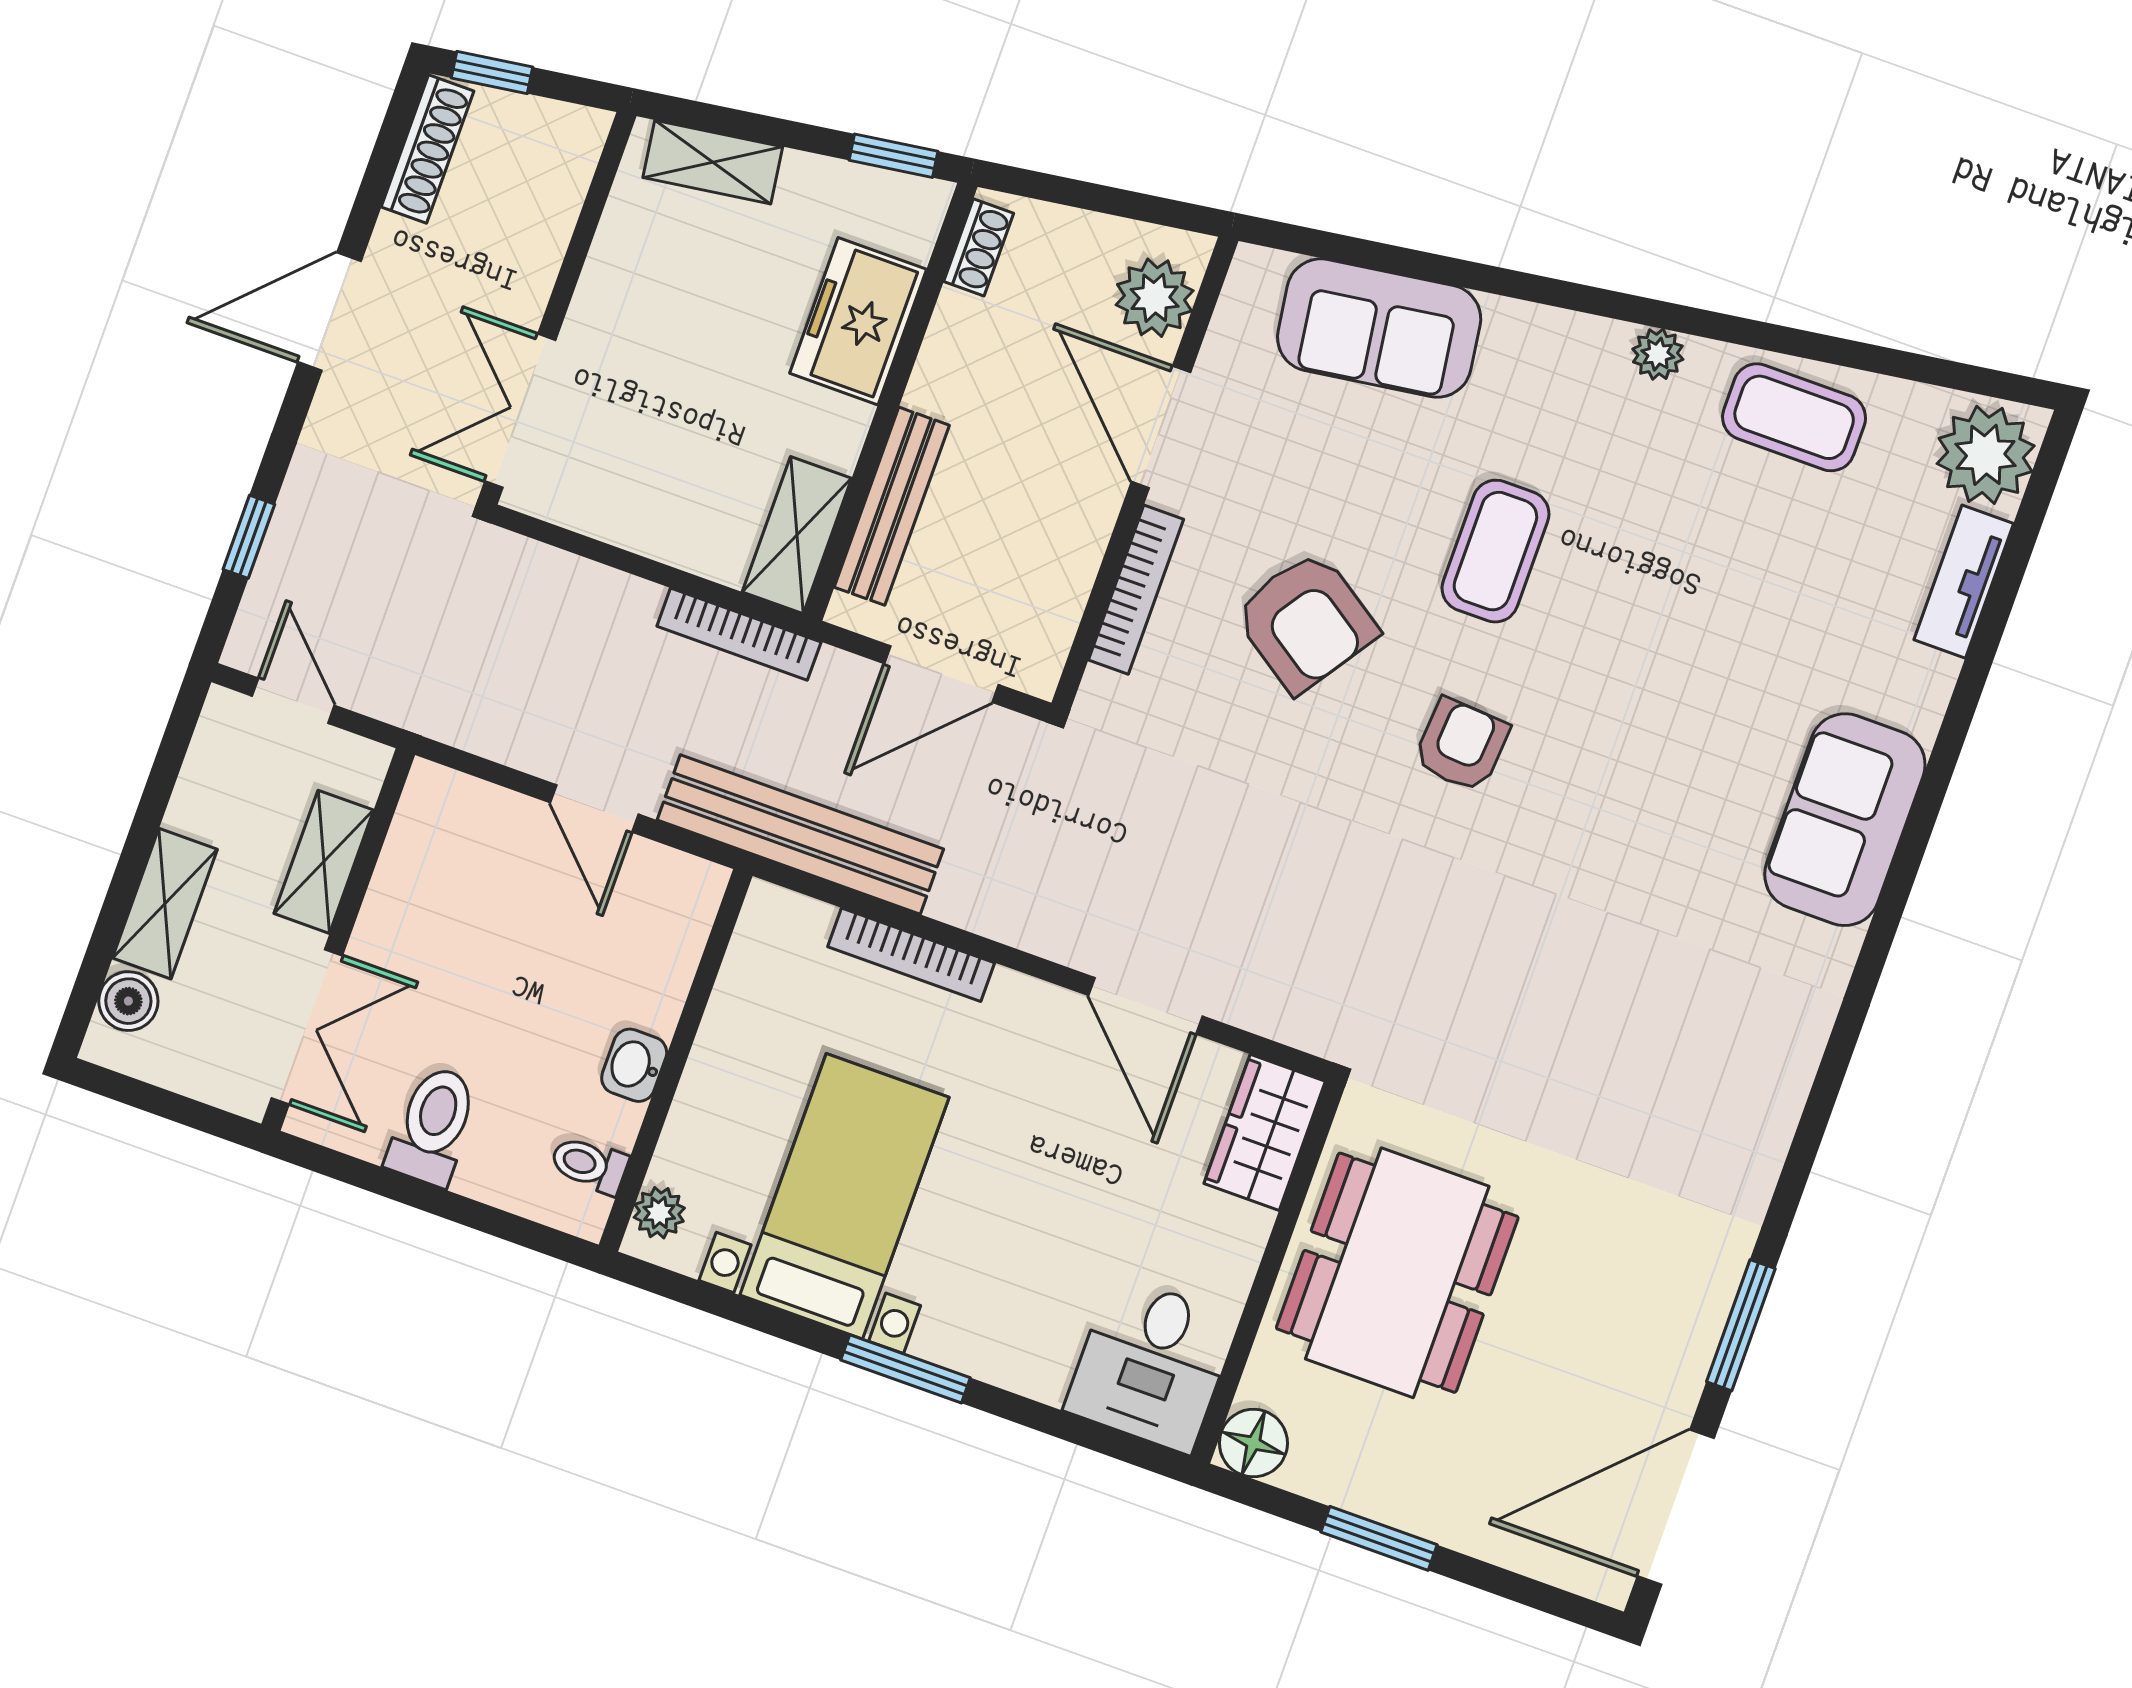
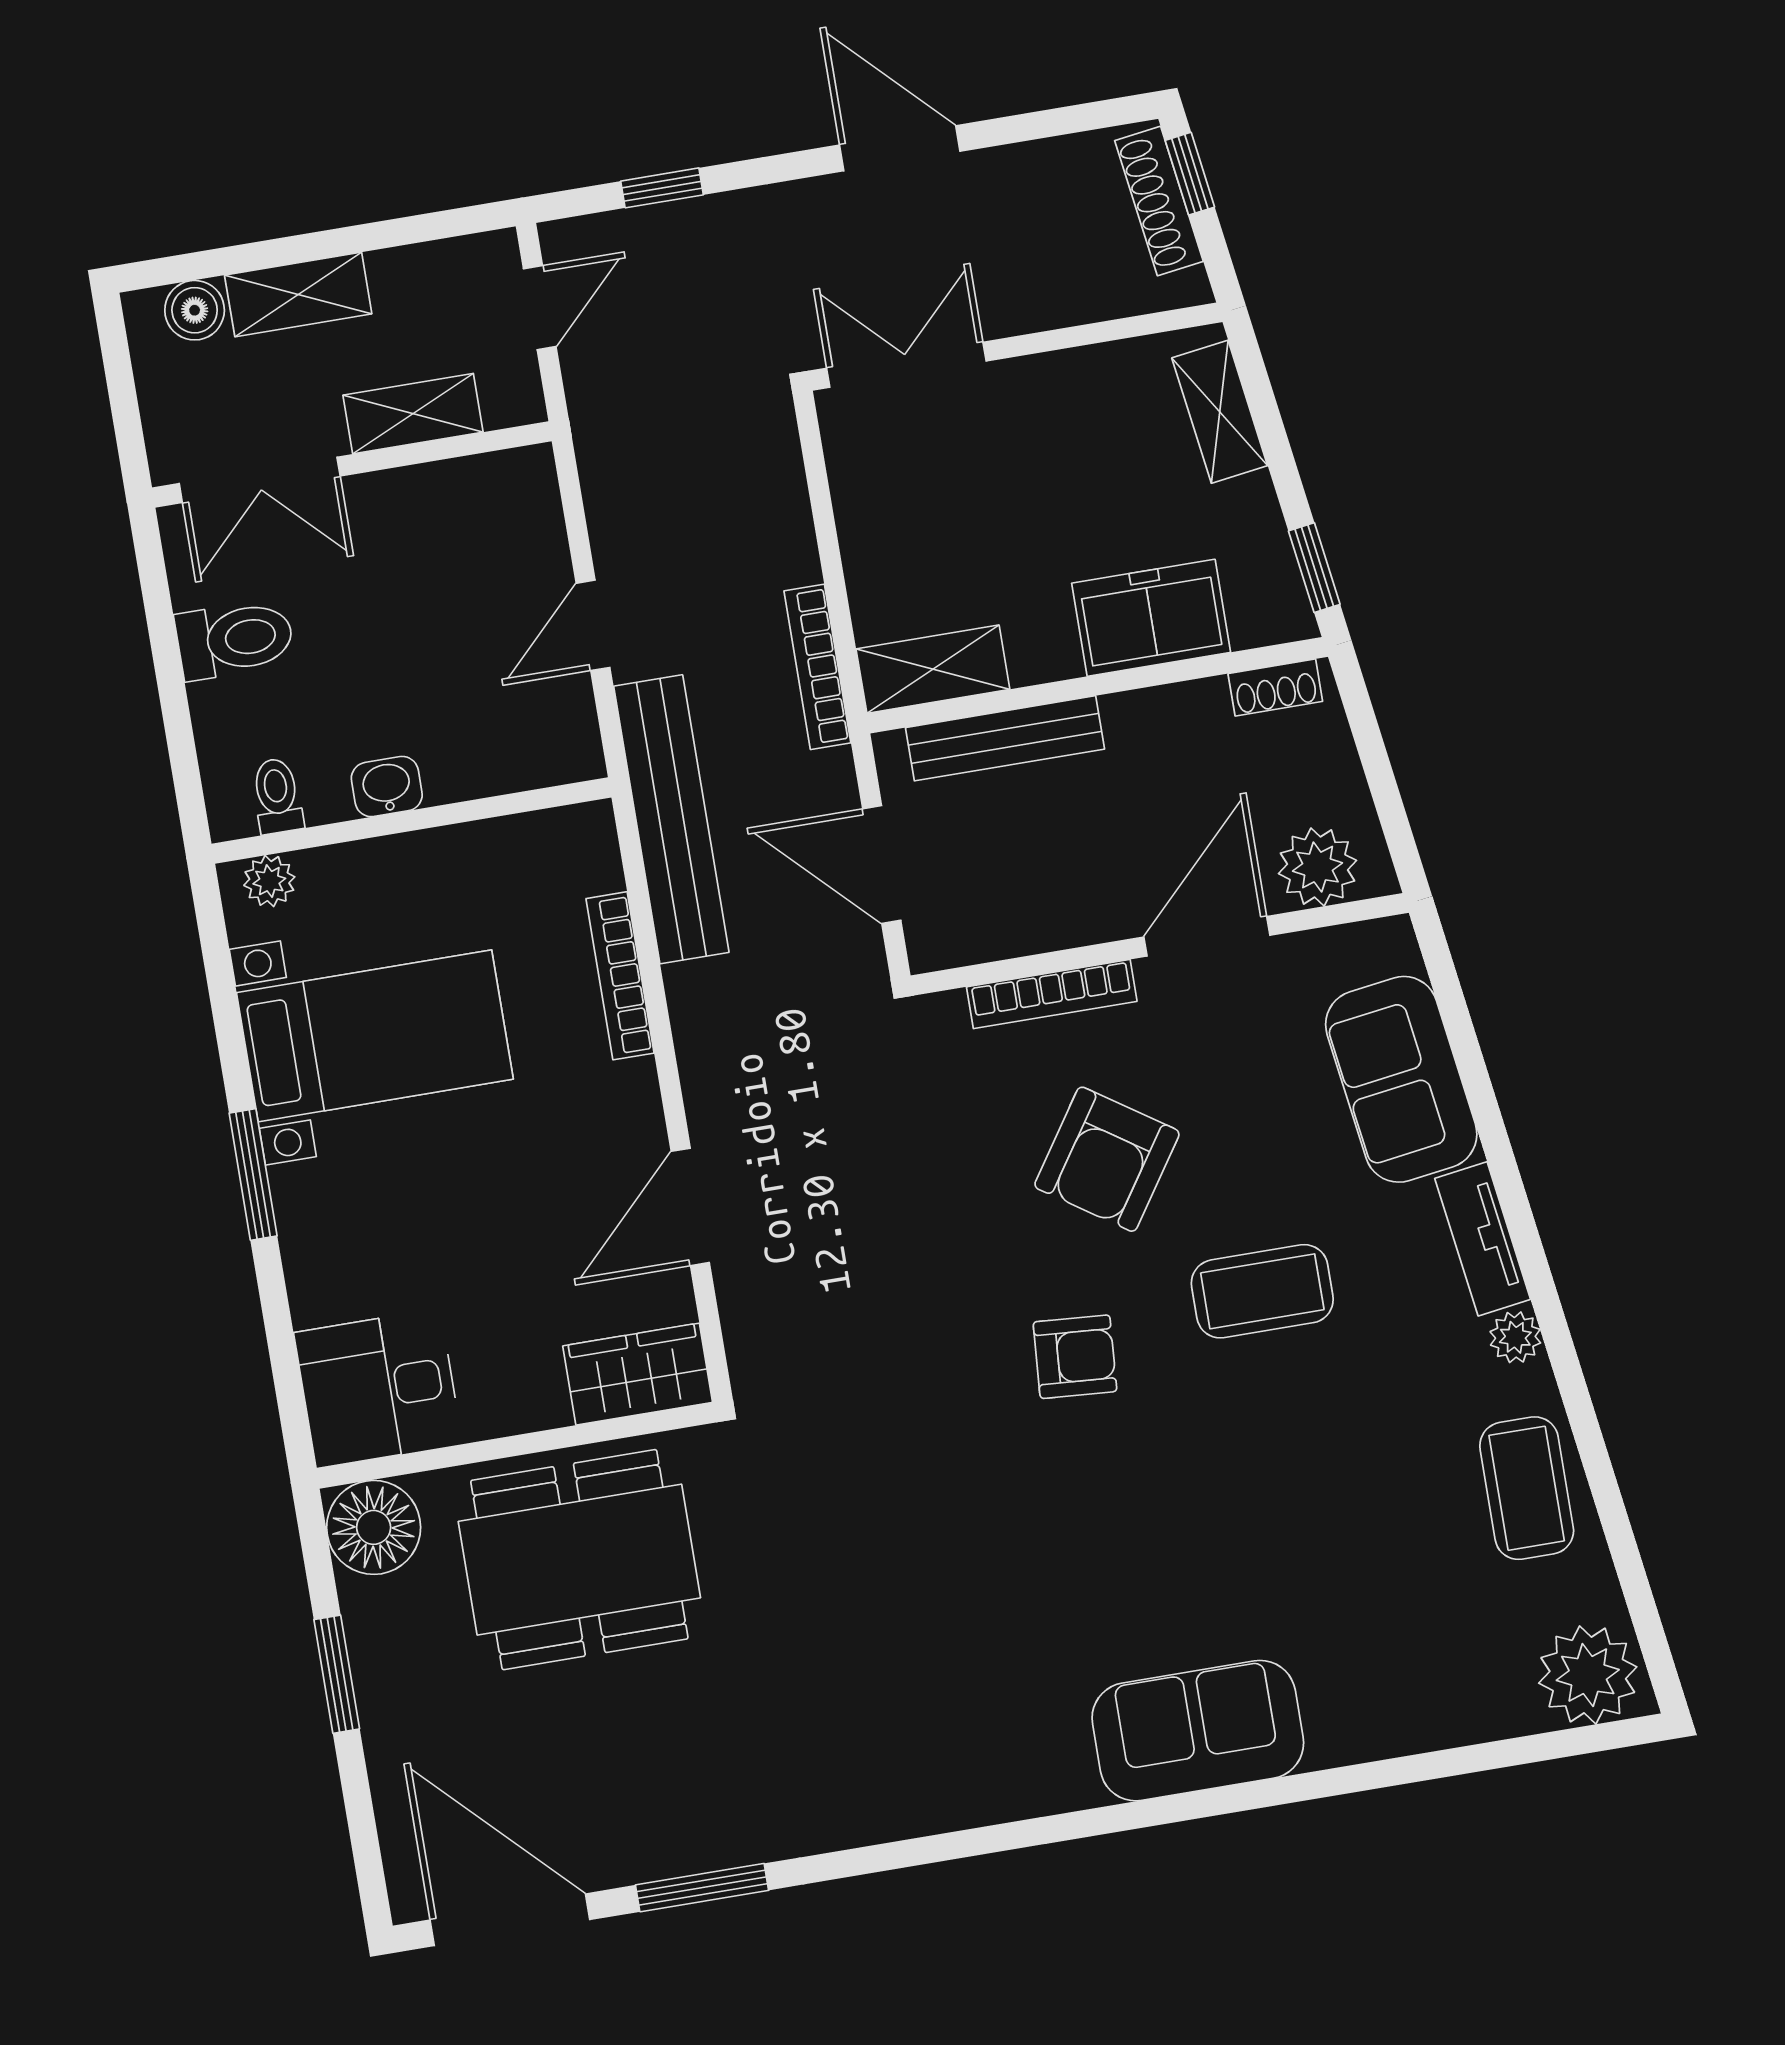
shoe rack: (428, 149) -> (1159, 201), moved, turned 82
tv unit: (1964, 582) -> (1483, 1239), moved, turned -98
floor lamp: (1253, 1443) -> (374, 1527), width x1.38, depth x1.38

